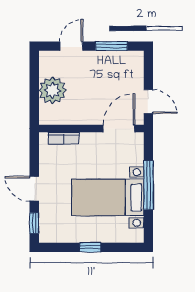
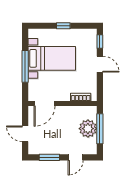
window: (34, 90) -> (100, 129), added
door: (148, 102) -> (25, 134), moved

